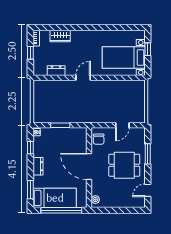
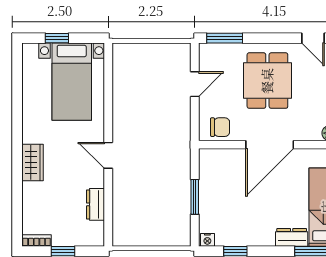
wardrobe: (60, 36) -> (33, 162), moved
door: (122, 125) -> (195, 84), hinge flipped
window: (148, 154) -> (225, 38), moved
dresser: (38, 166) -> (292, 237), moved

